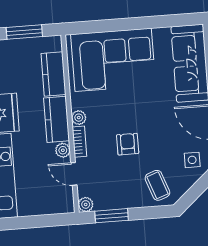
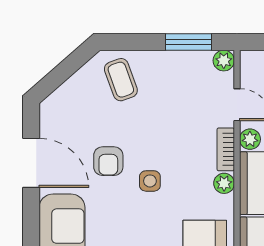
armchair: (128, 144) -> (108, 161), moved
side table: (192, 160) -> (150, 181), moved

